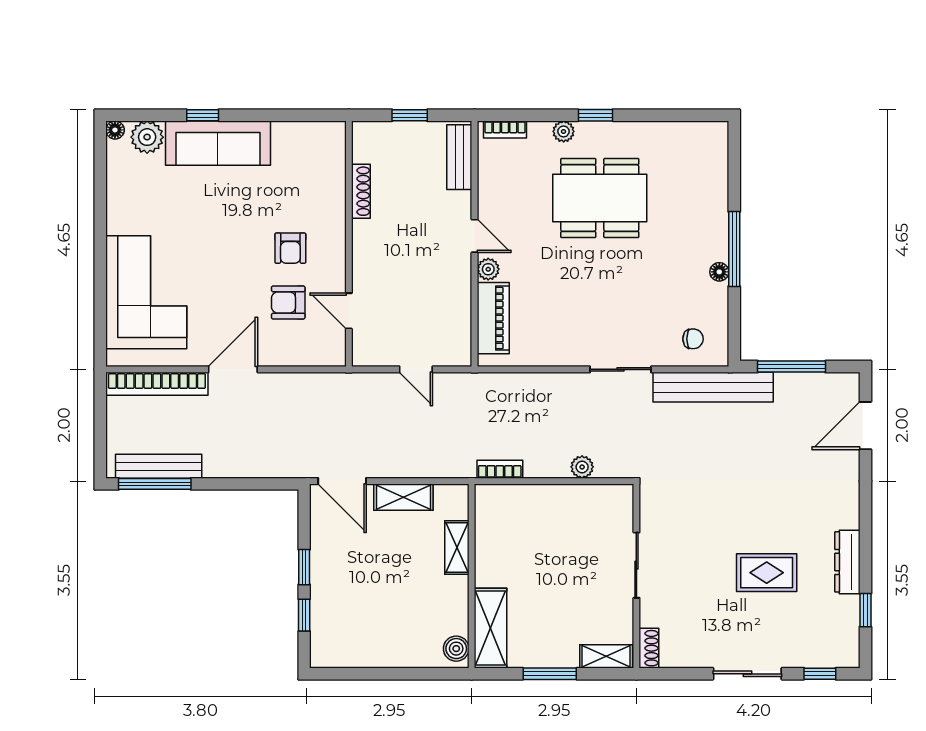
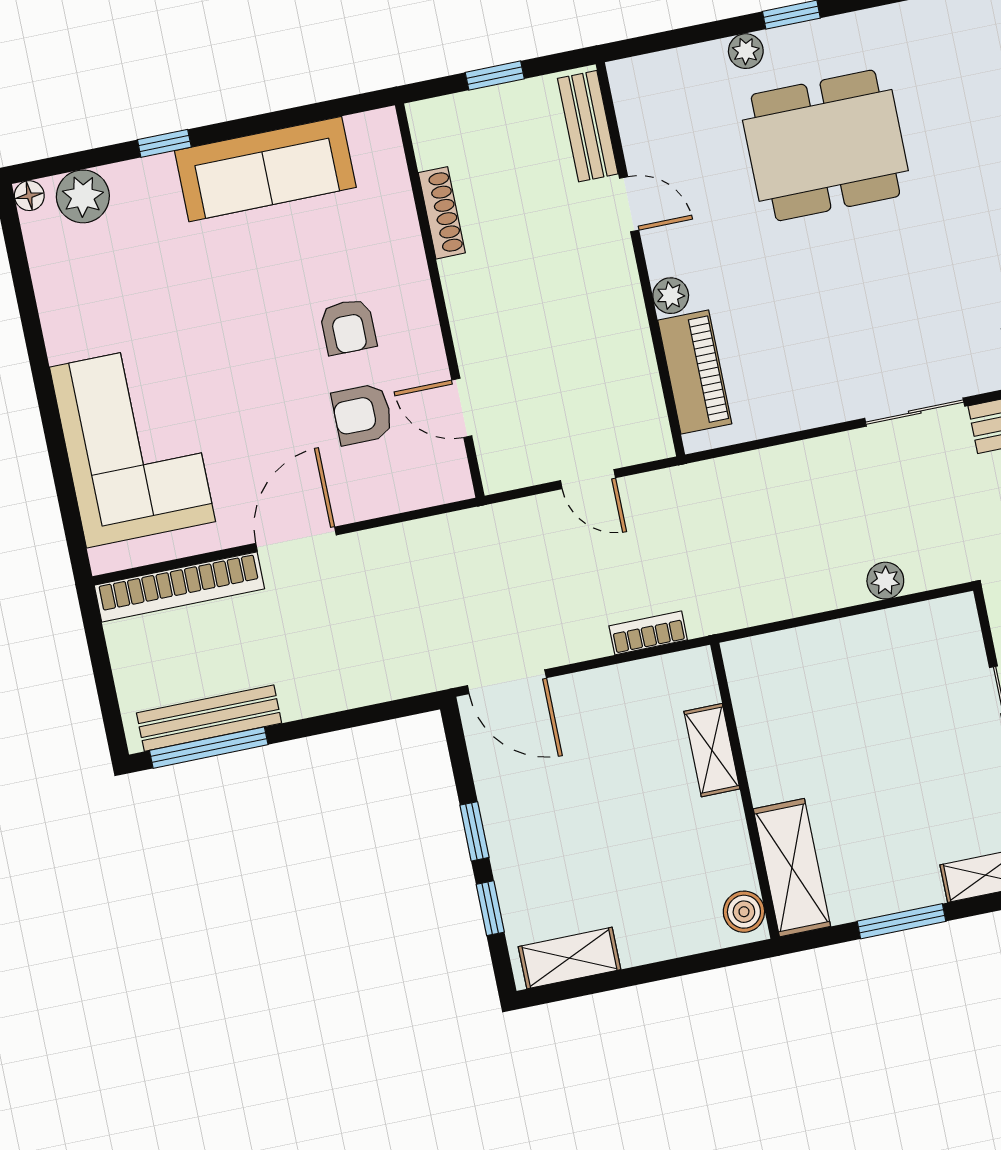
bookcase: (505, 129) -> (652, 67), removed
sofa: (218, 143) -> (265, 169), moved
door: (474, 236) -> (629, 204), moved
bookcase: (500, 469) -> (648, 633), moved
shelving: (403, 497) -> (570, 958), moved

